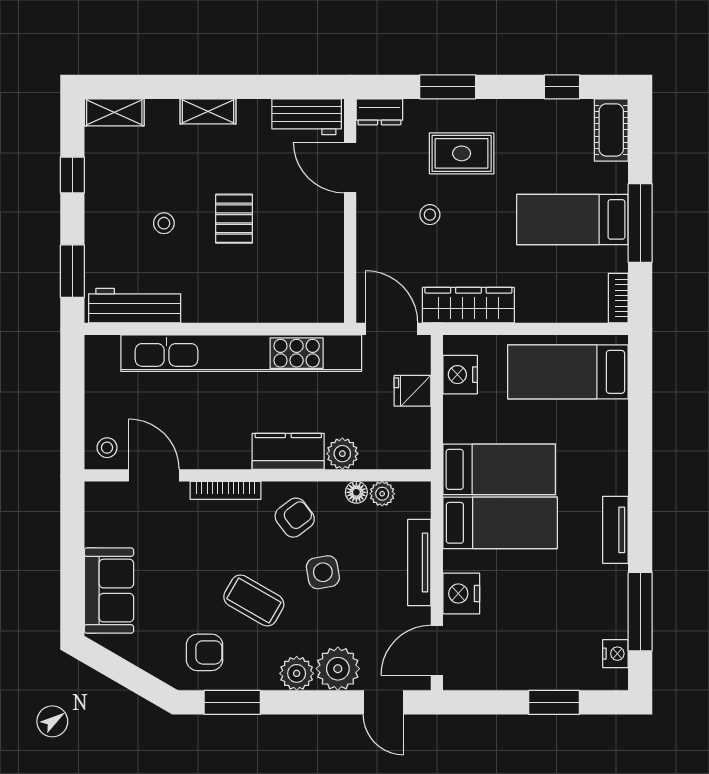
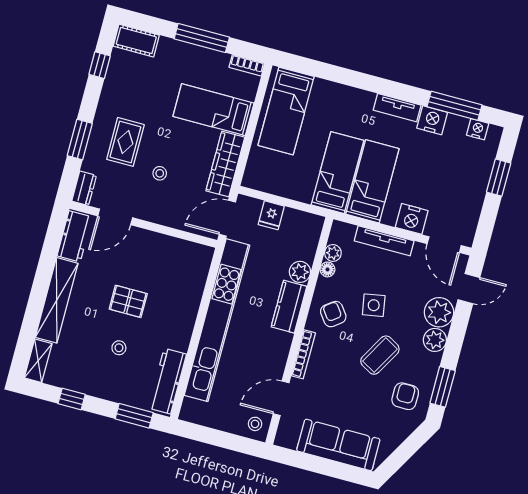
shelving: (208, 111) -> (57, 300), width x2.20, depth x1.33
bed: (572, 219) -> (213, 110), moved, turned 90
nightstand: (460, 375) -> (432, 120), moved, turned 180
sofa: (109, 591) -> (338, 445), width x1.36

